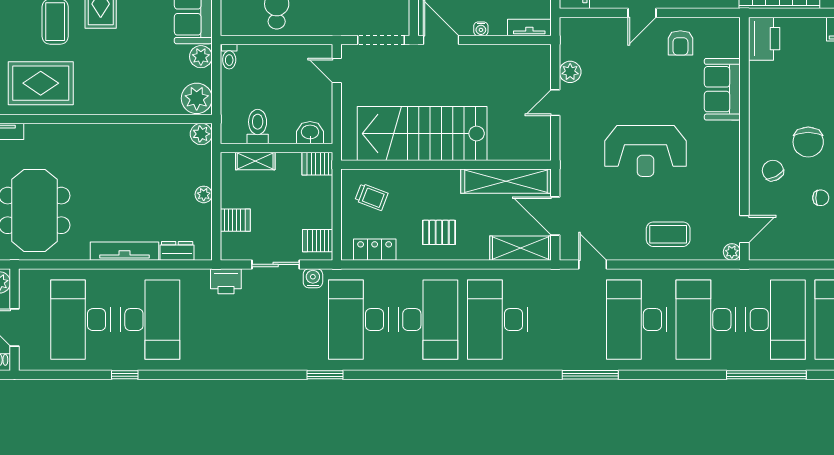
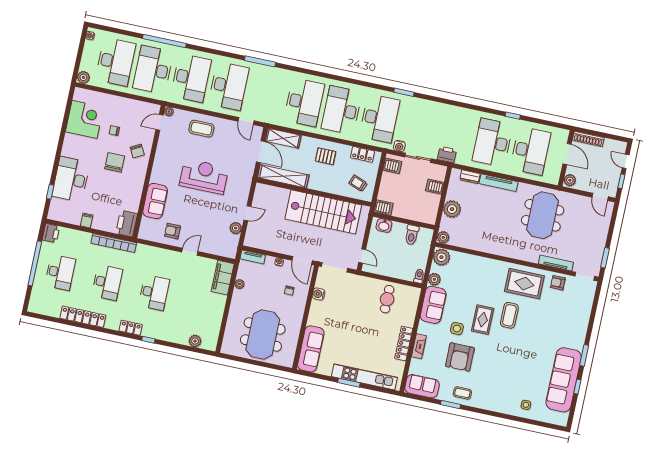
armchair: (680, 43) -> (172, 231), turned -90
shelving: (255, 161) -> (417, 216), removed
plant: (204, 194) -> (452, 209), width x1.88, depth x1.88

